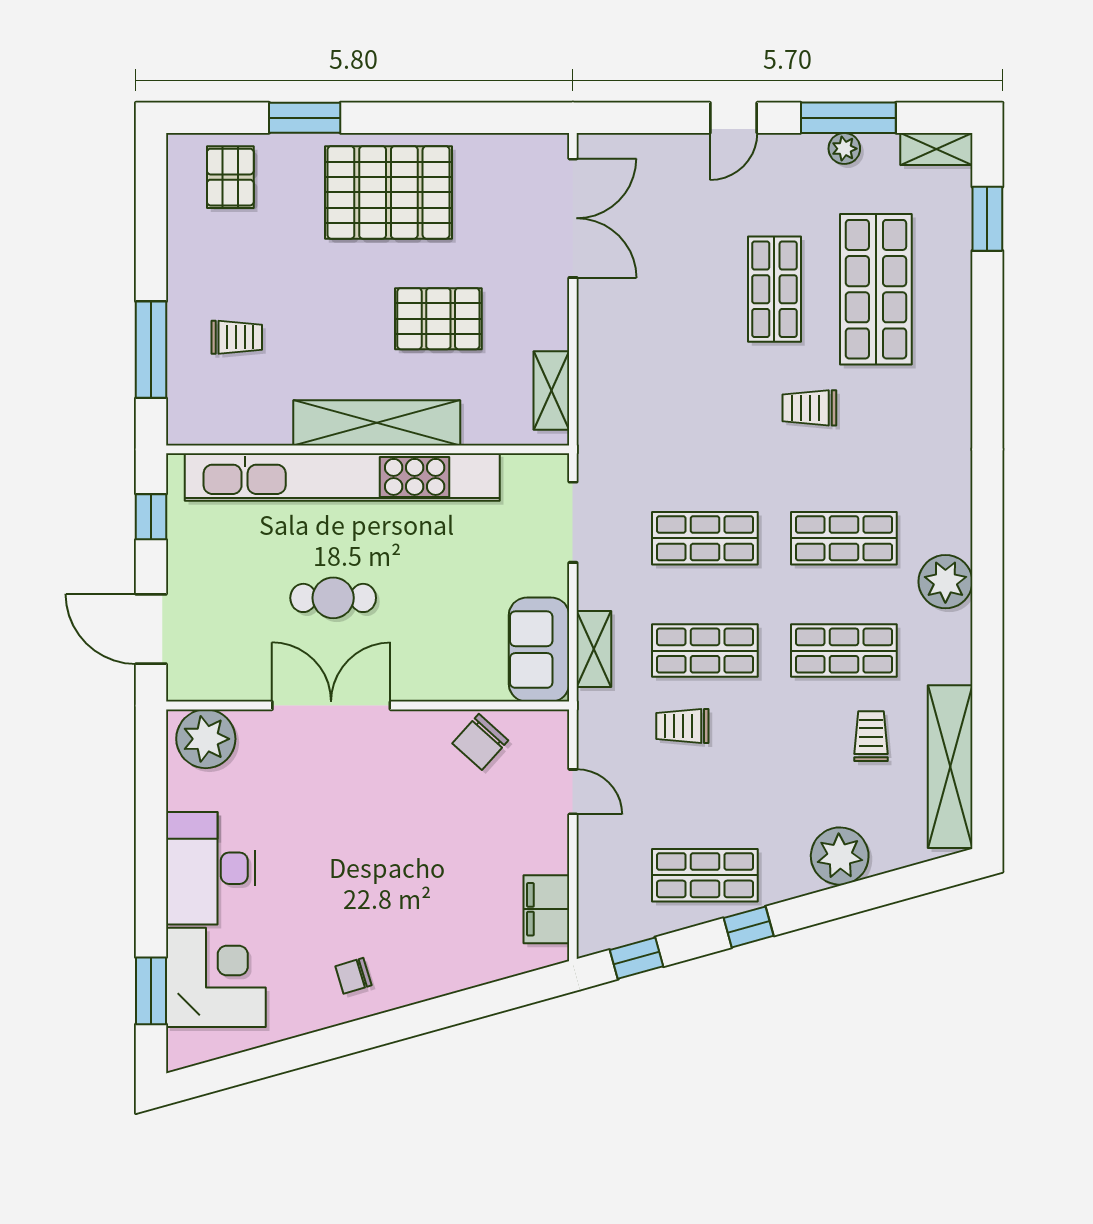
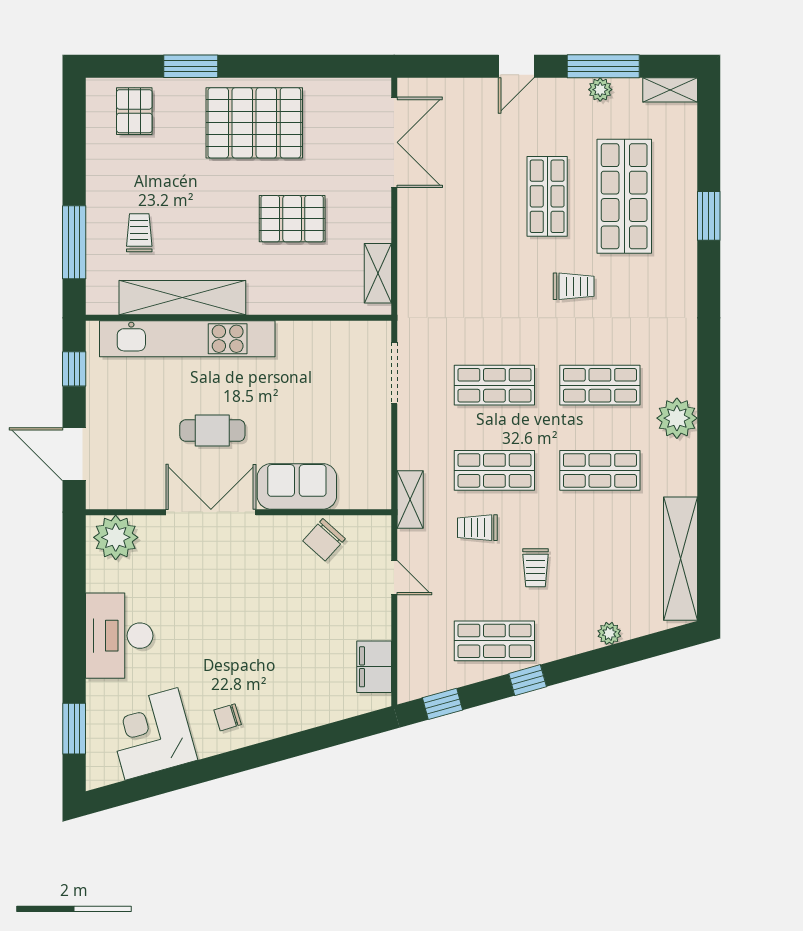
window: (987, 219) -> (709, 216), moved
trolley: (237, 337) -> (139, 233), turned -90
trolley: (809, 408) -> (574, 286), turned 180
shelving: (377, 423) -> (182, 298), moved
kitchen unit: (342, 477) -> (187, 339), width x0.73
shelving: (594, 649) -> (410, 499), moved
sofa: (539, 650) -> (297, 486), moved, turned 90
trolley: (871, 736) -> (536, 568), moved, turned 180
plant: (840, 856) -> (609, 633), width x0.53, depth x0.53
corner desk: (216, 977) -> (151, 734), moved, turned -106

